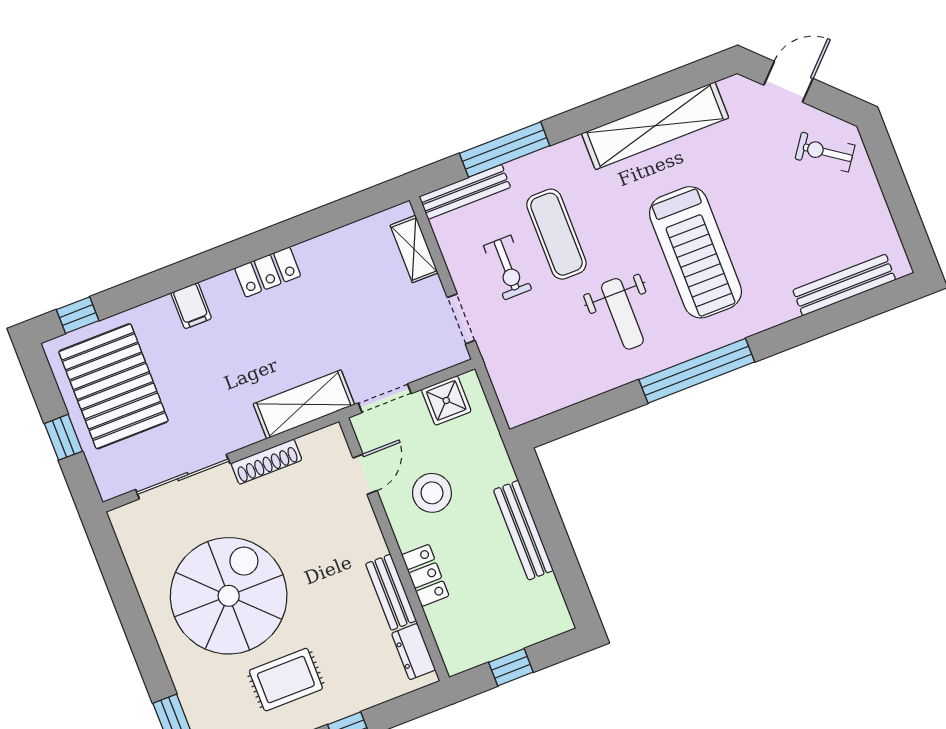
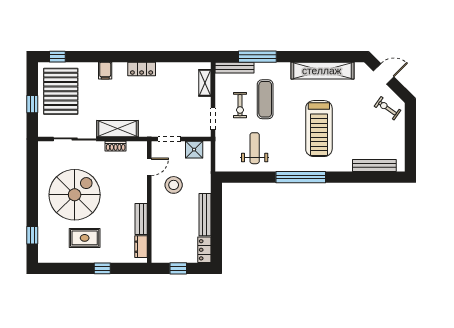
weight bench: (622, 314) -> (255, 148), moved, turned 180
shelving: (304, 404) -> (118, 129), moved
shoe rack: (266, 462) -> (116, 146), width x0.70
locker: (425, 575) -> (204, 250), moved, turned 180

